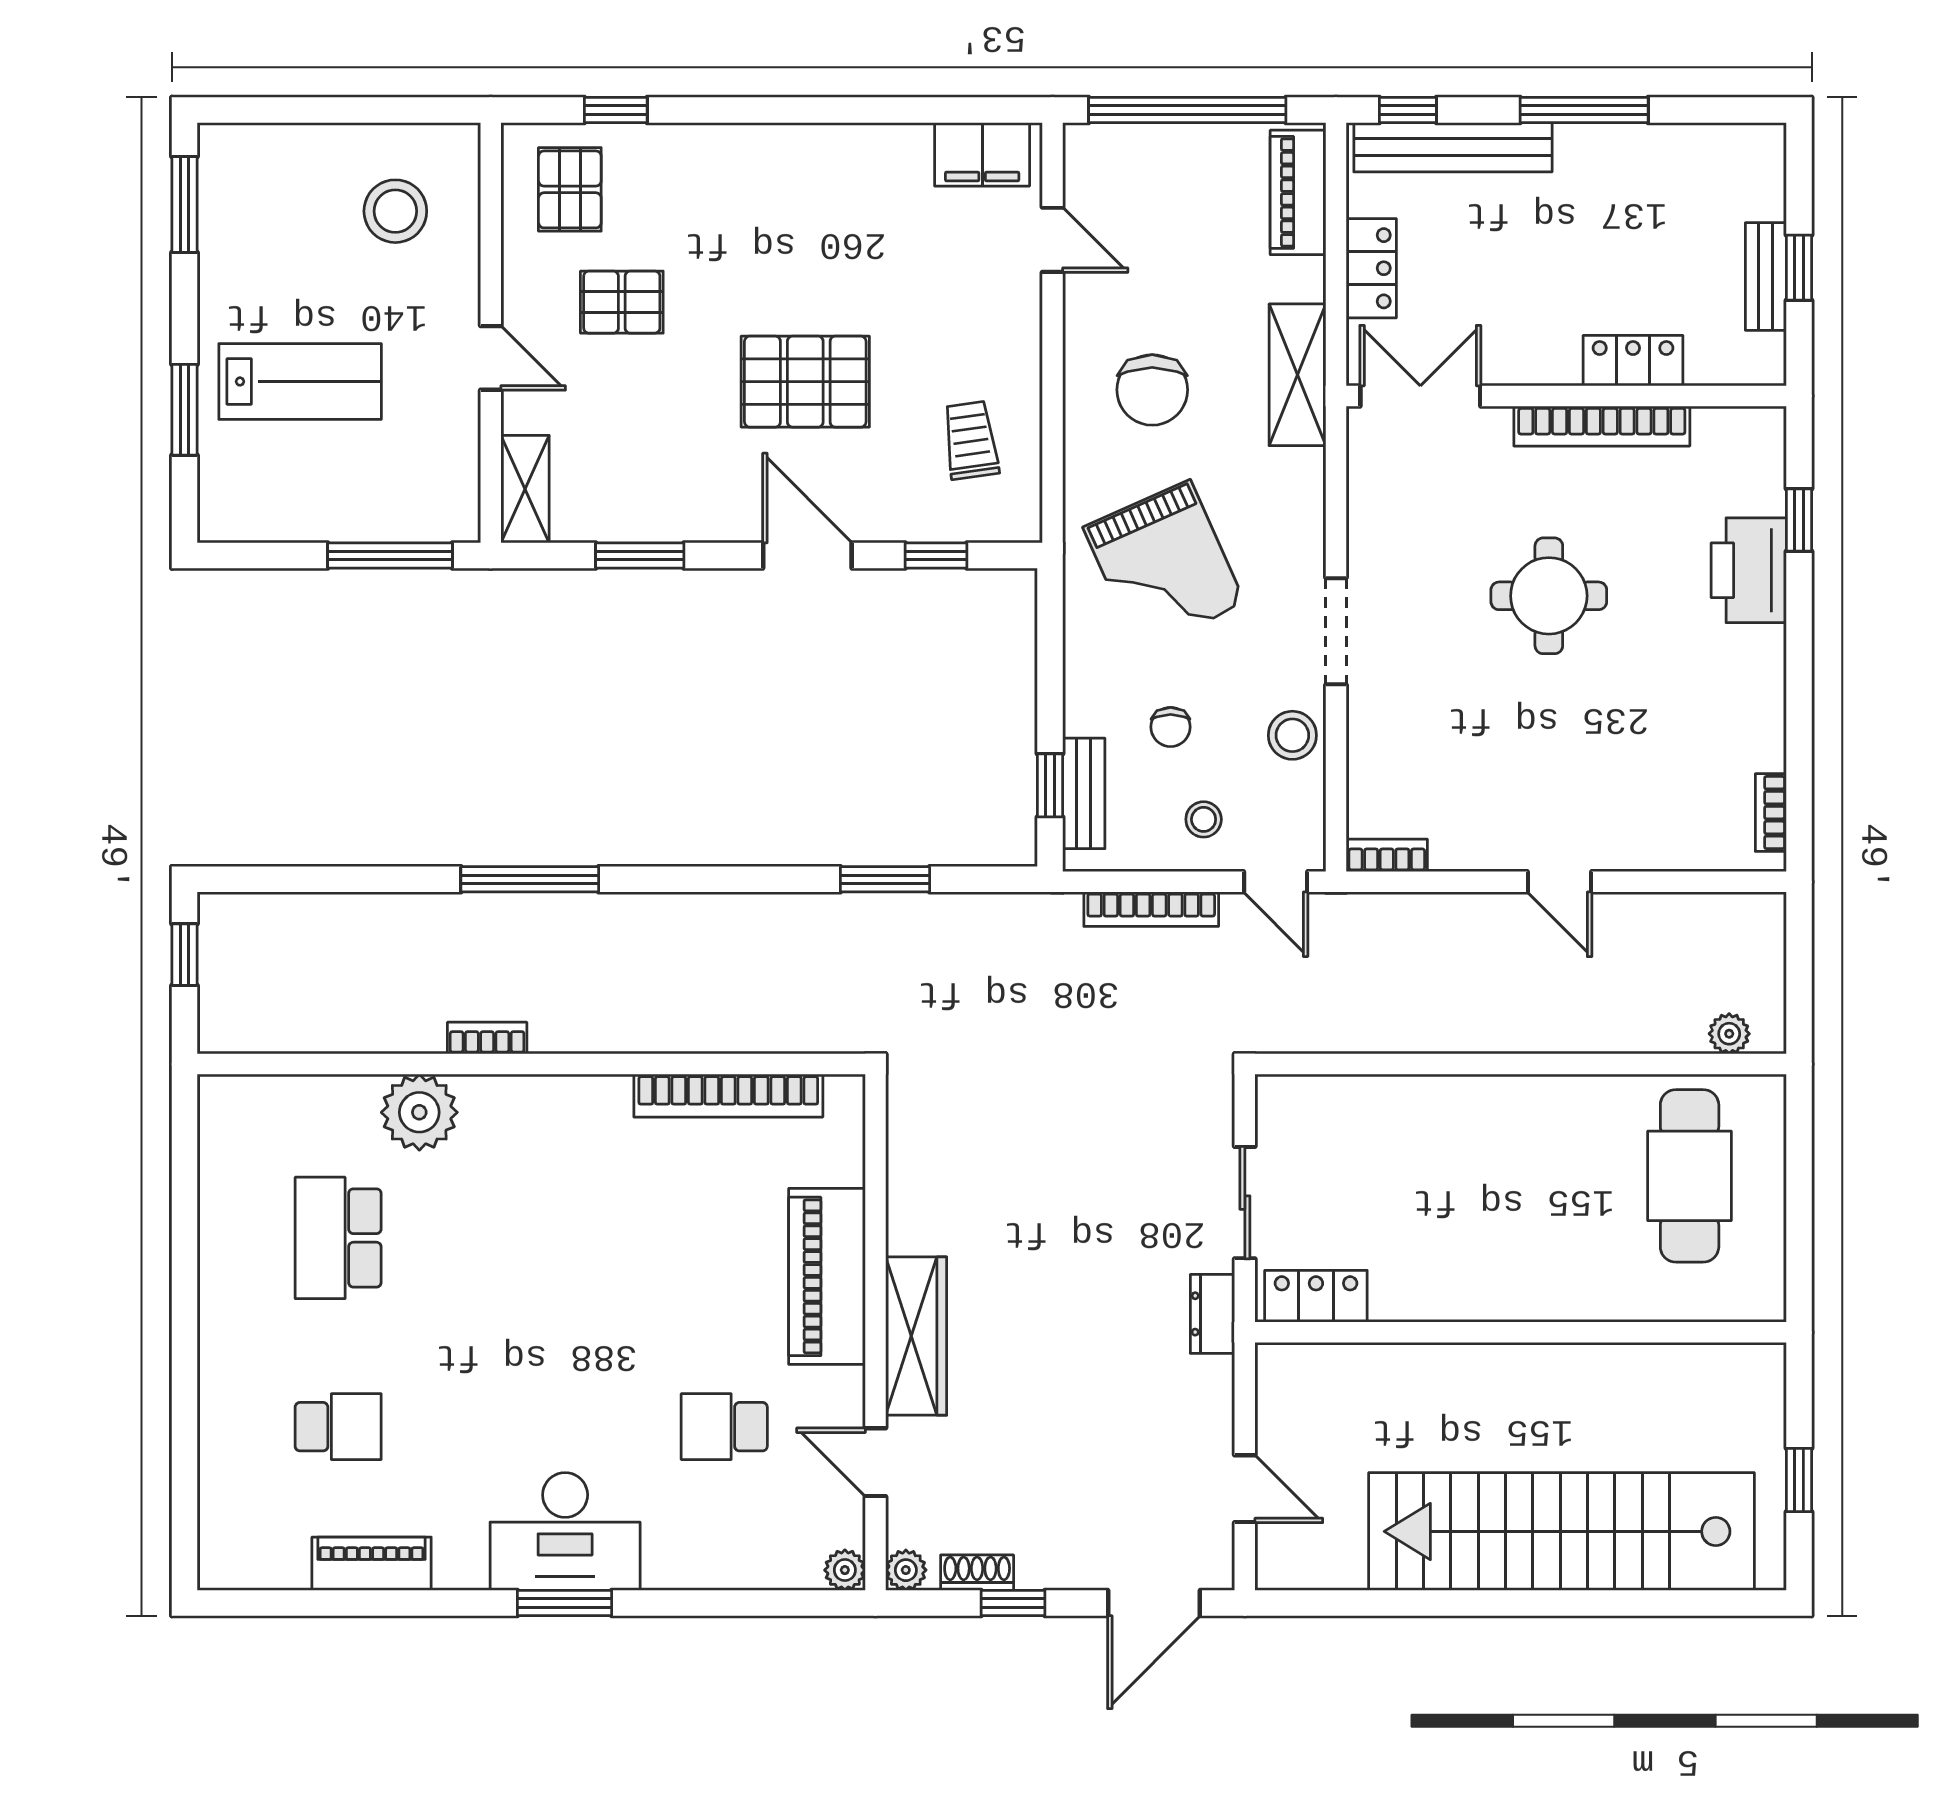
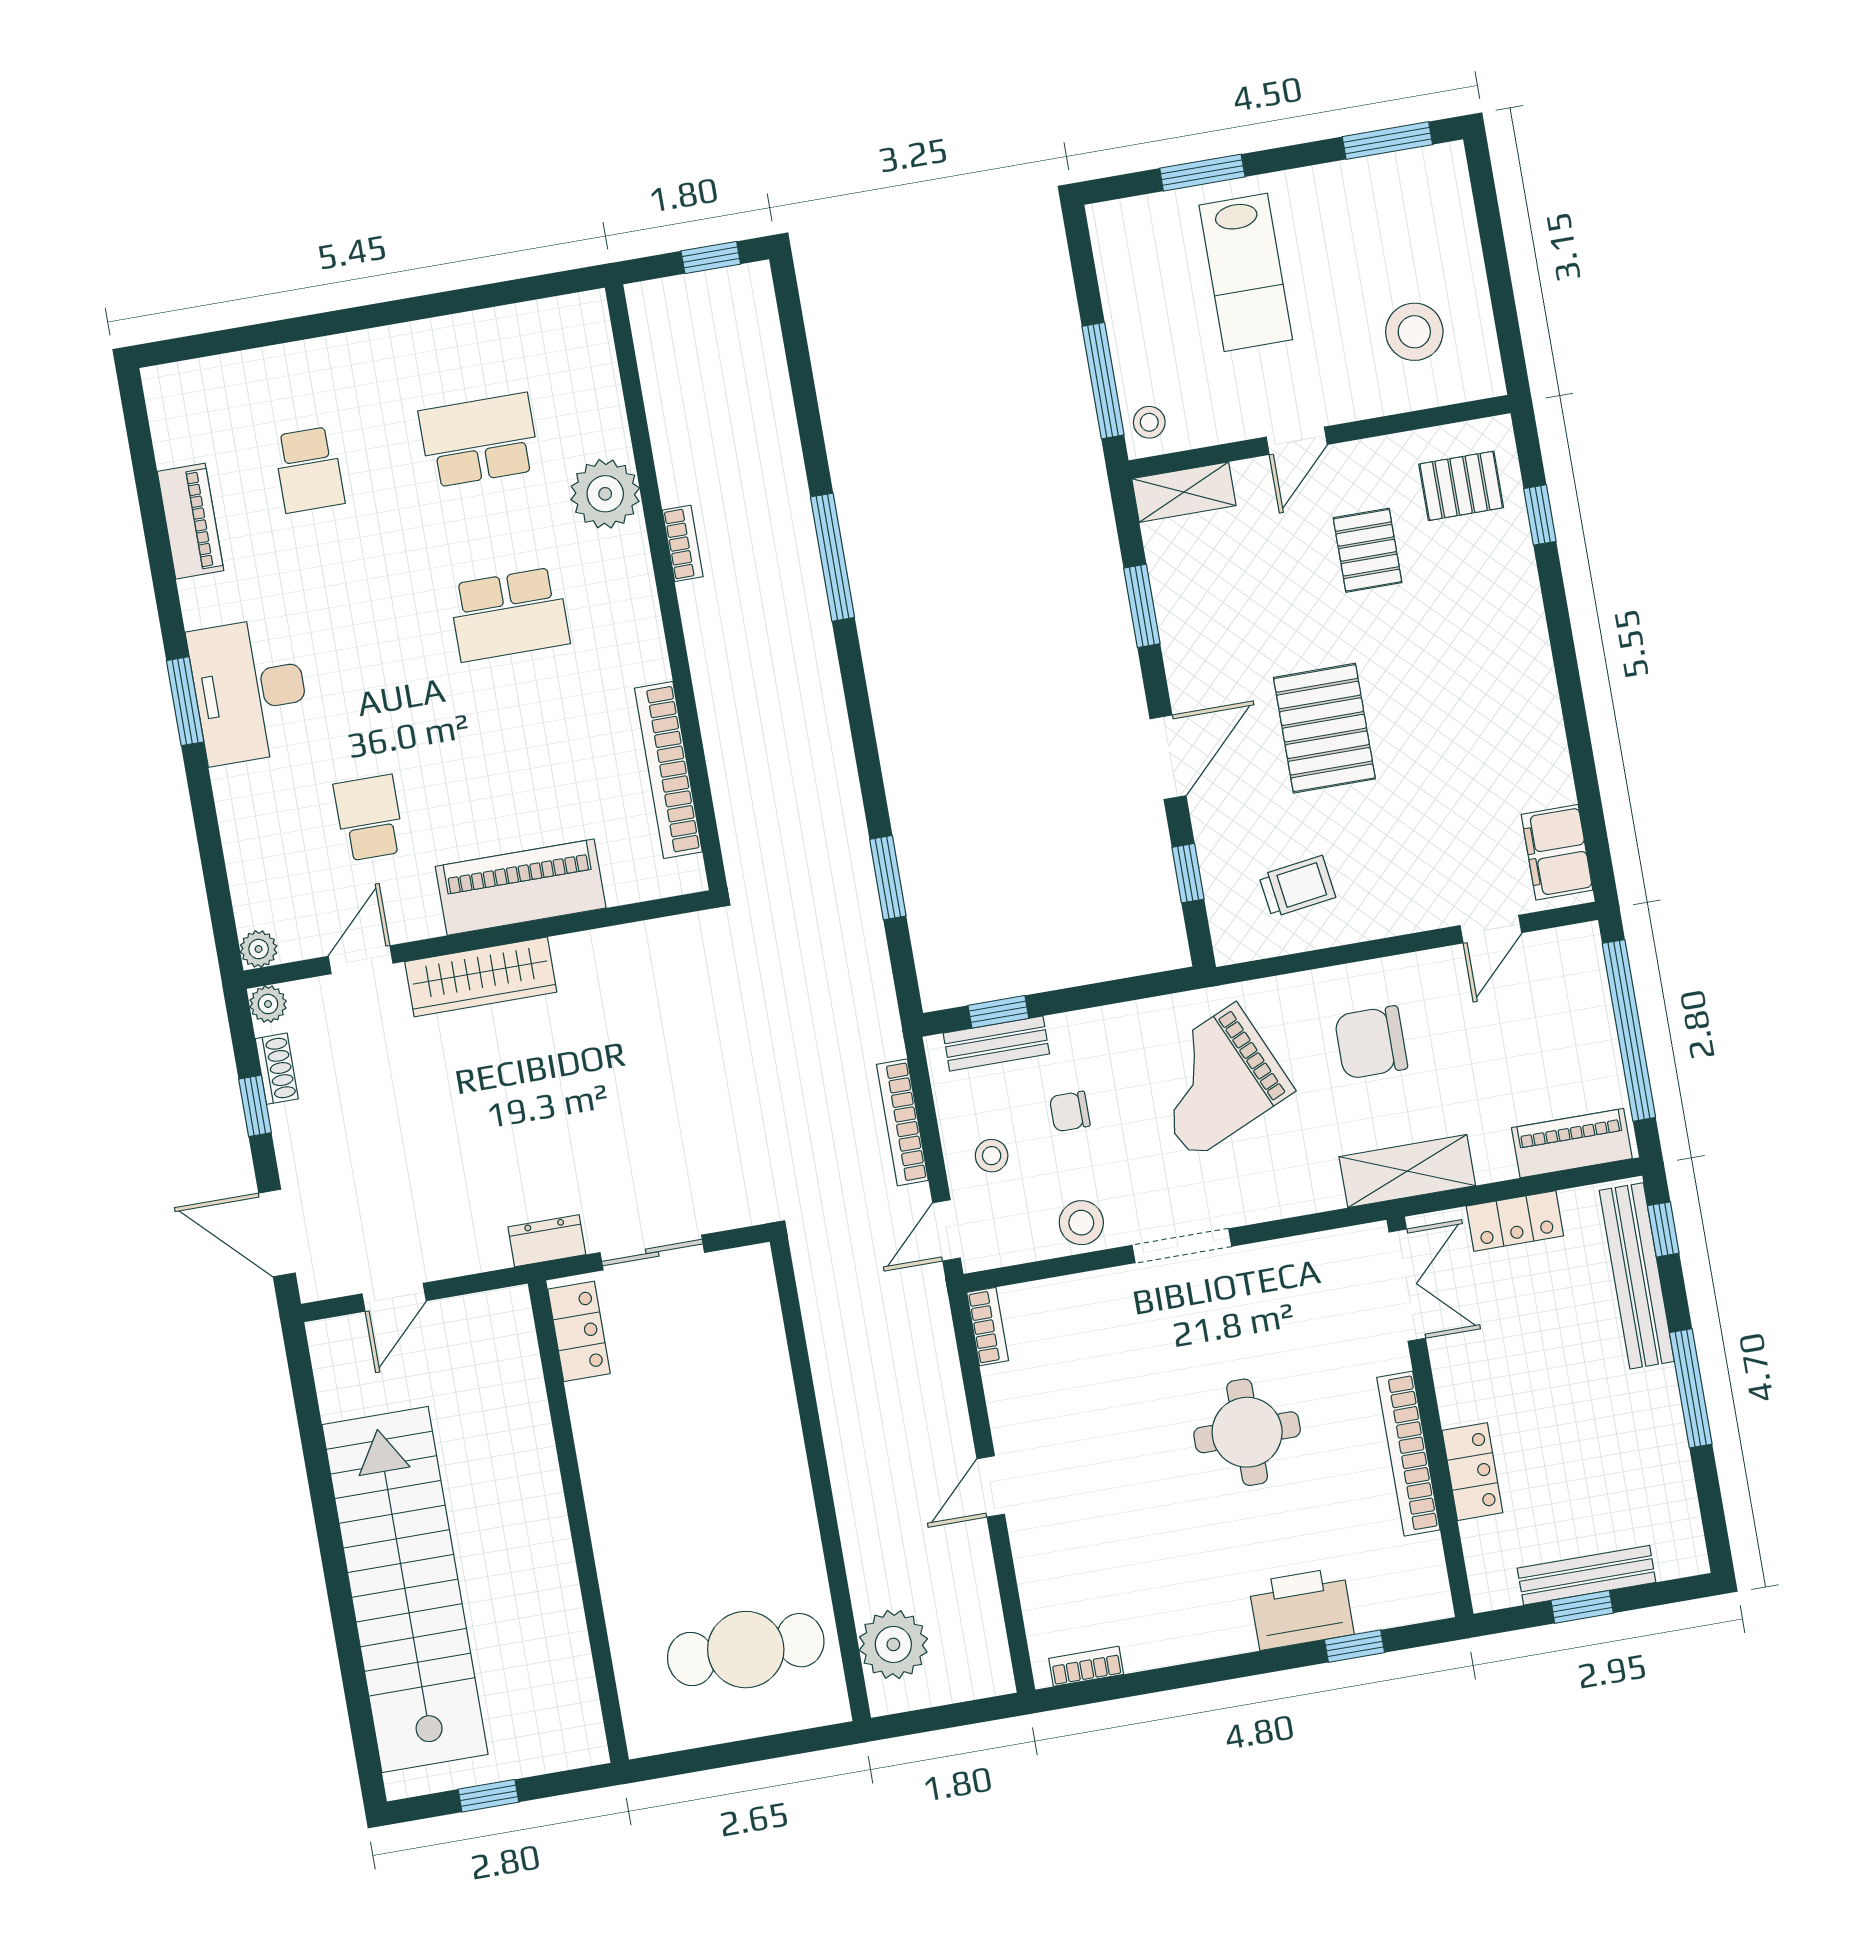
bench: (1766, 277) -> (1587, 1575), width x1.36
stool: (443, 513) -> (1149, 422), added
plant: (1729, 1034) -> (893, 1644), width x1.87, depth x1.87
school desk: (531, 1238) -> (509, 614), added

